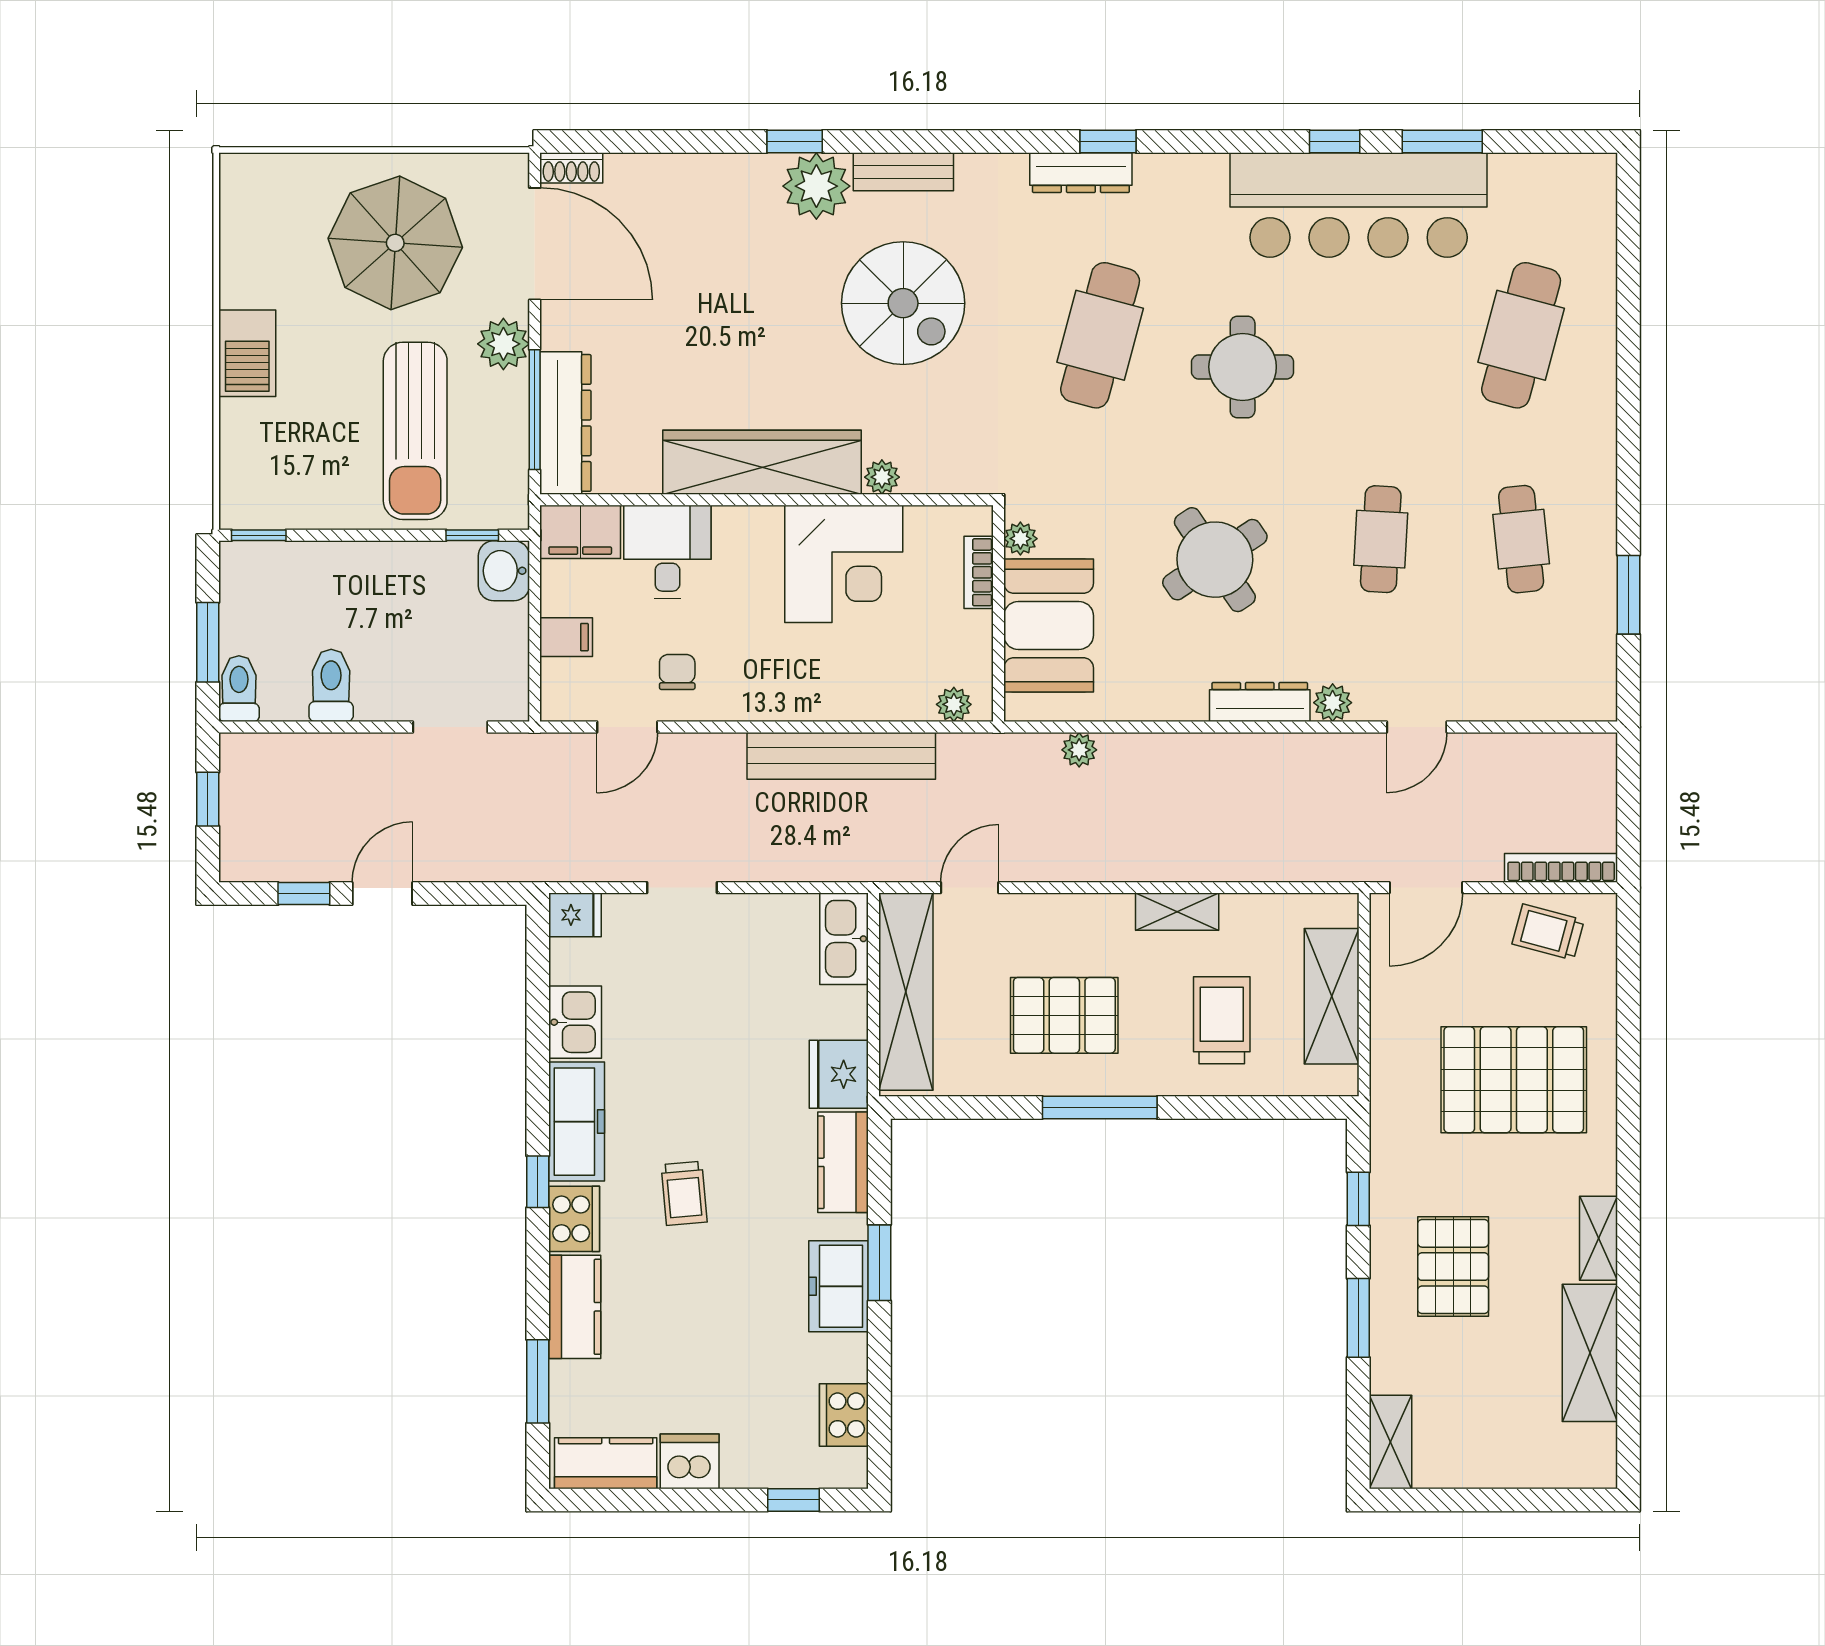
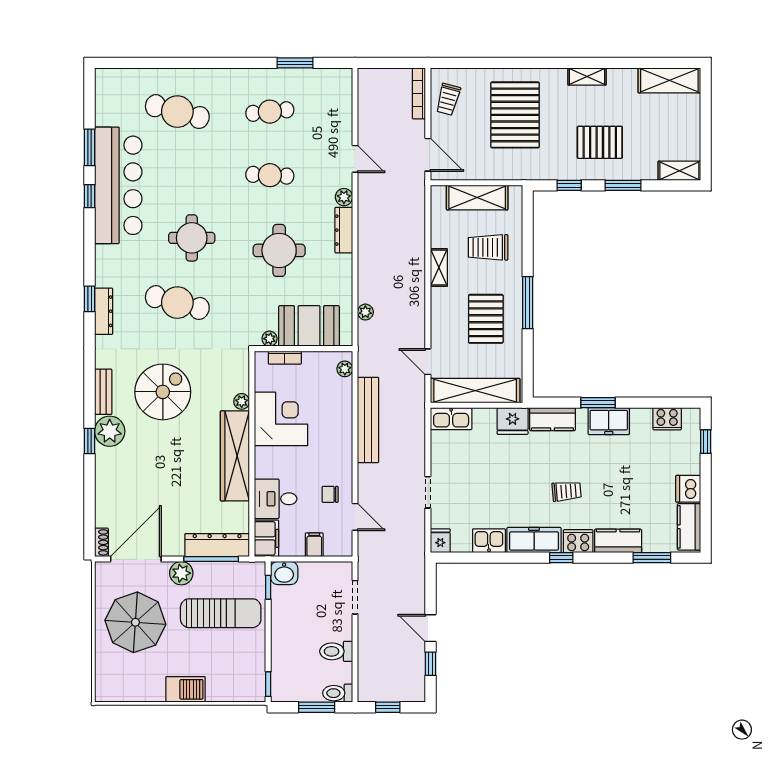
round table: (1215, 560) -> (279, 250), turned 34
shelving: (1590, 1353) -> (669, 80), moved

